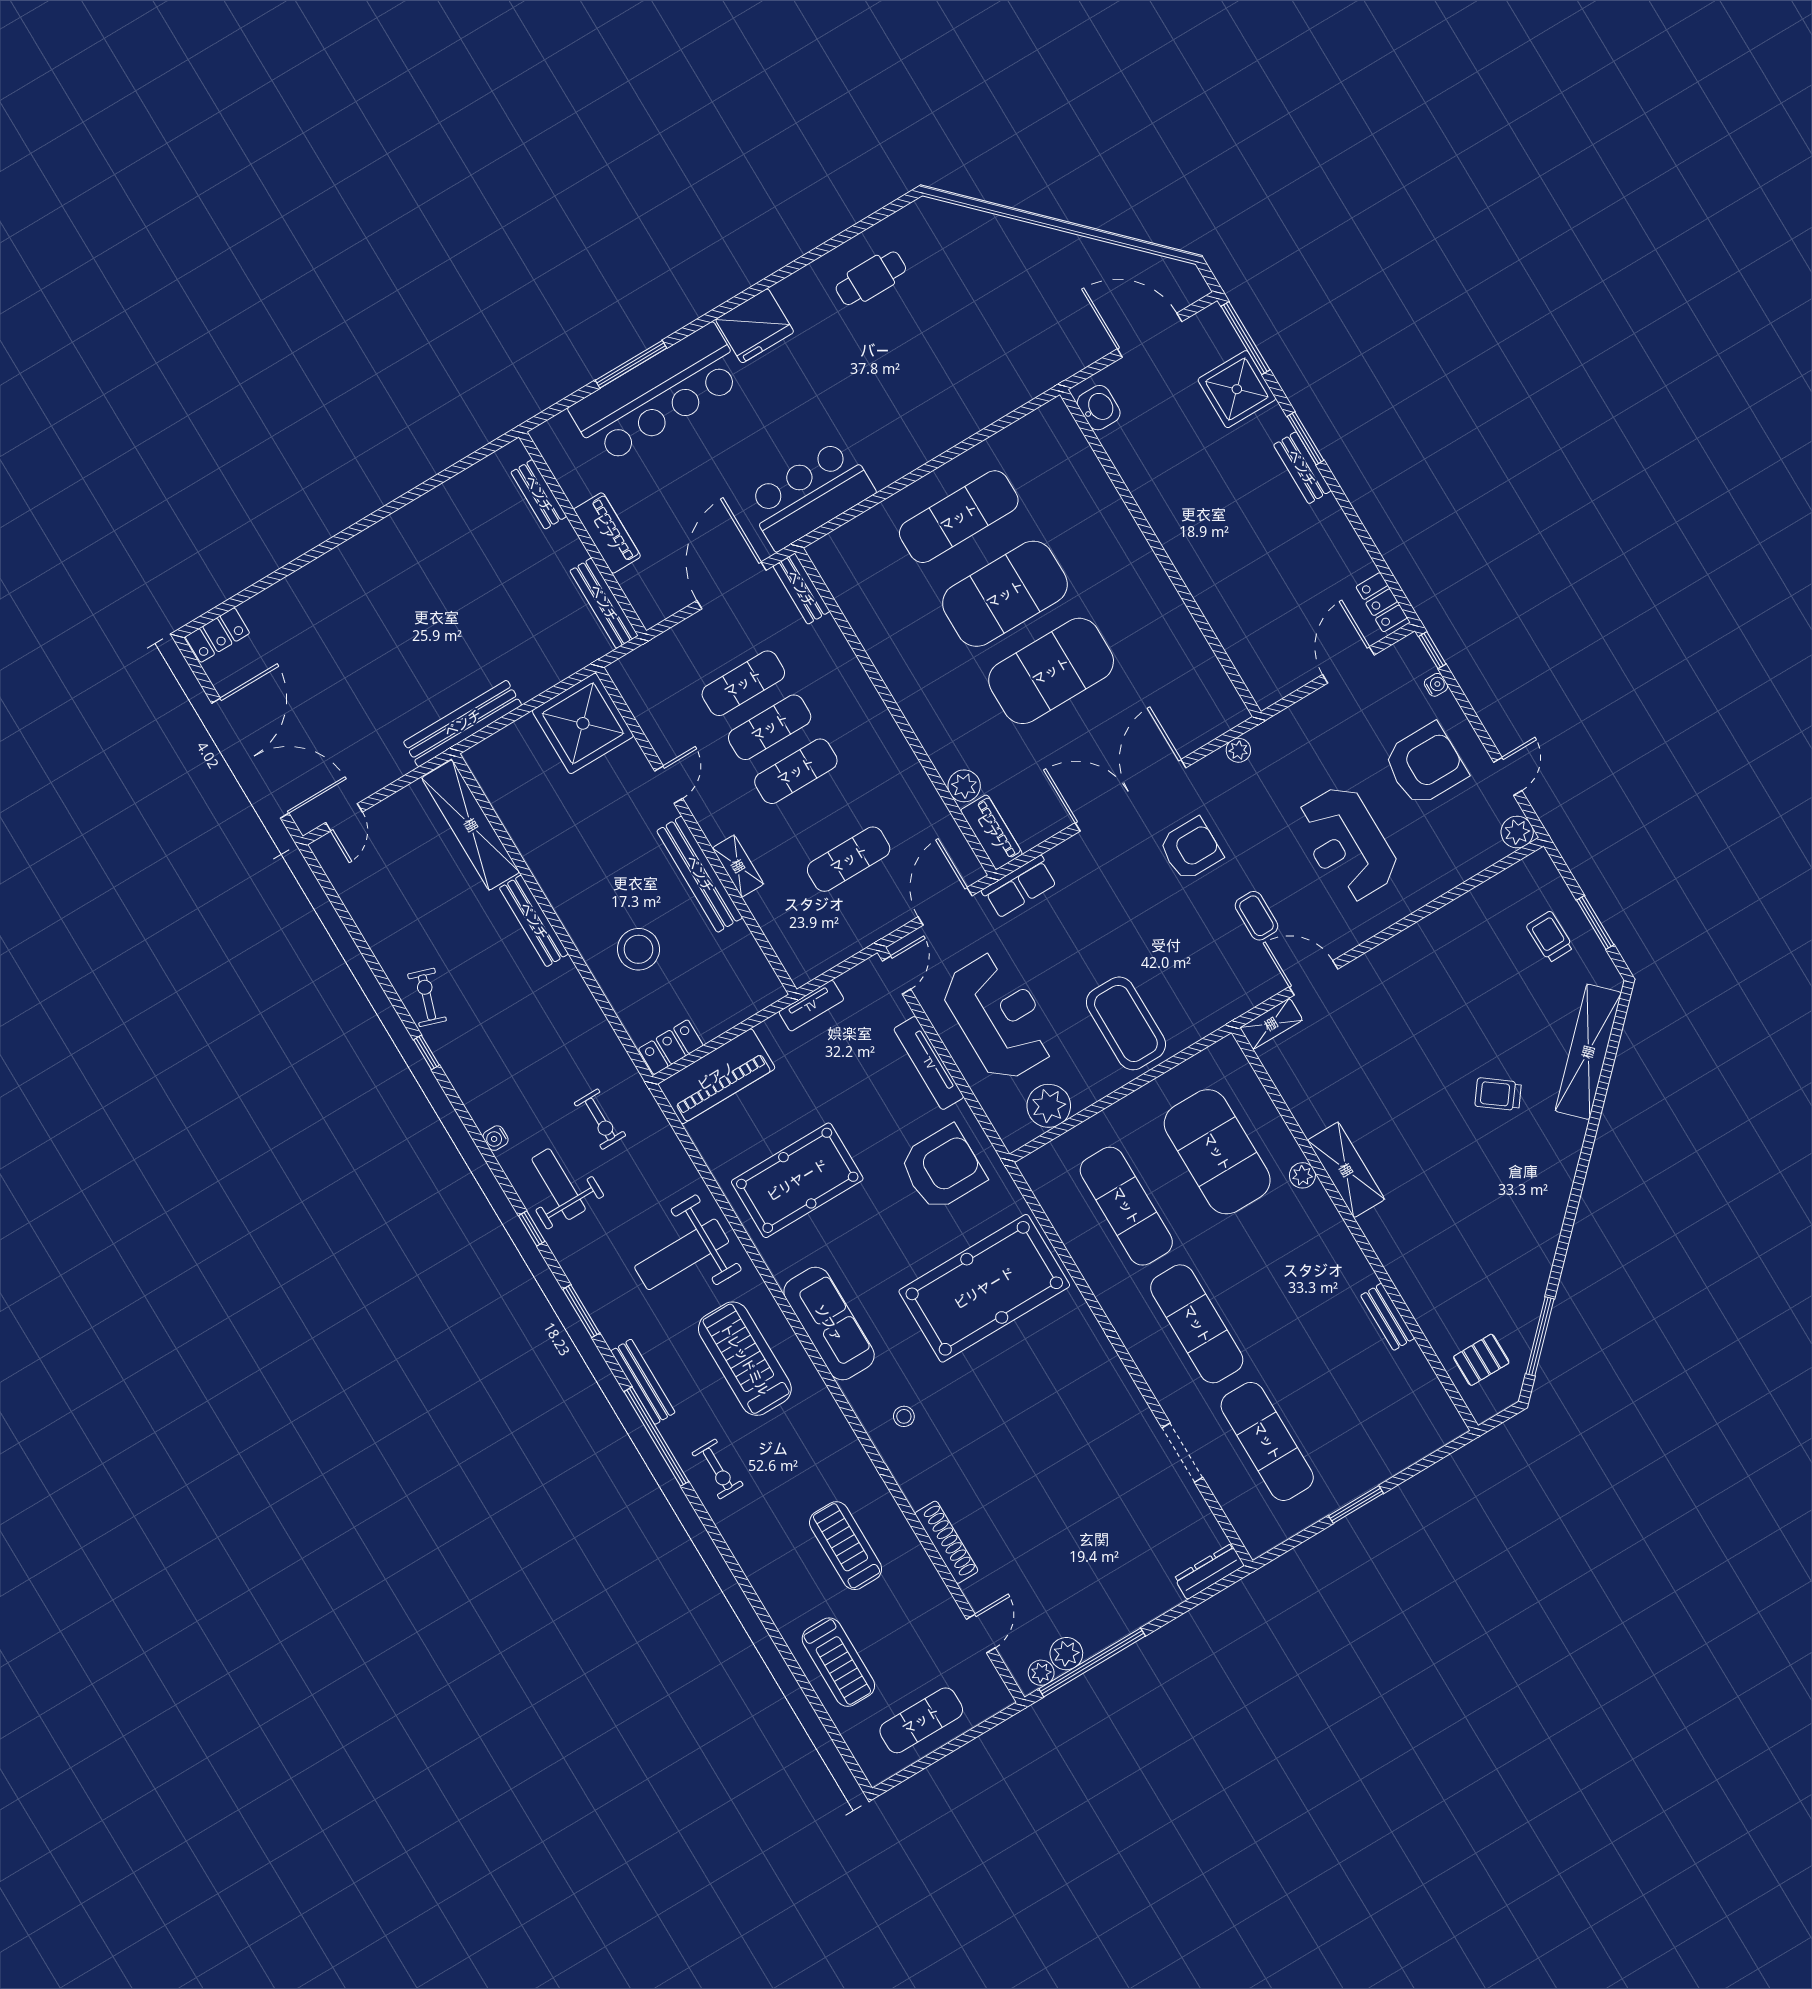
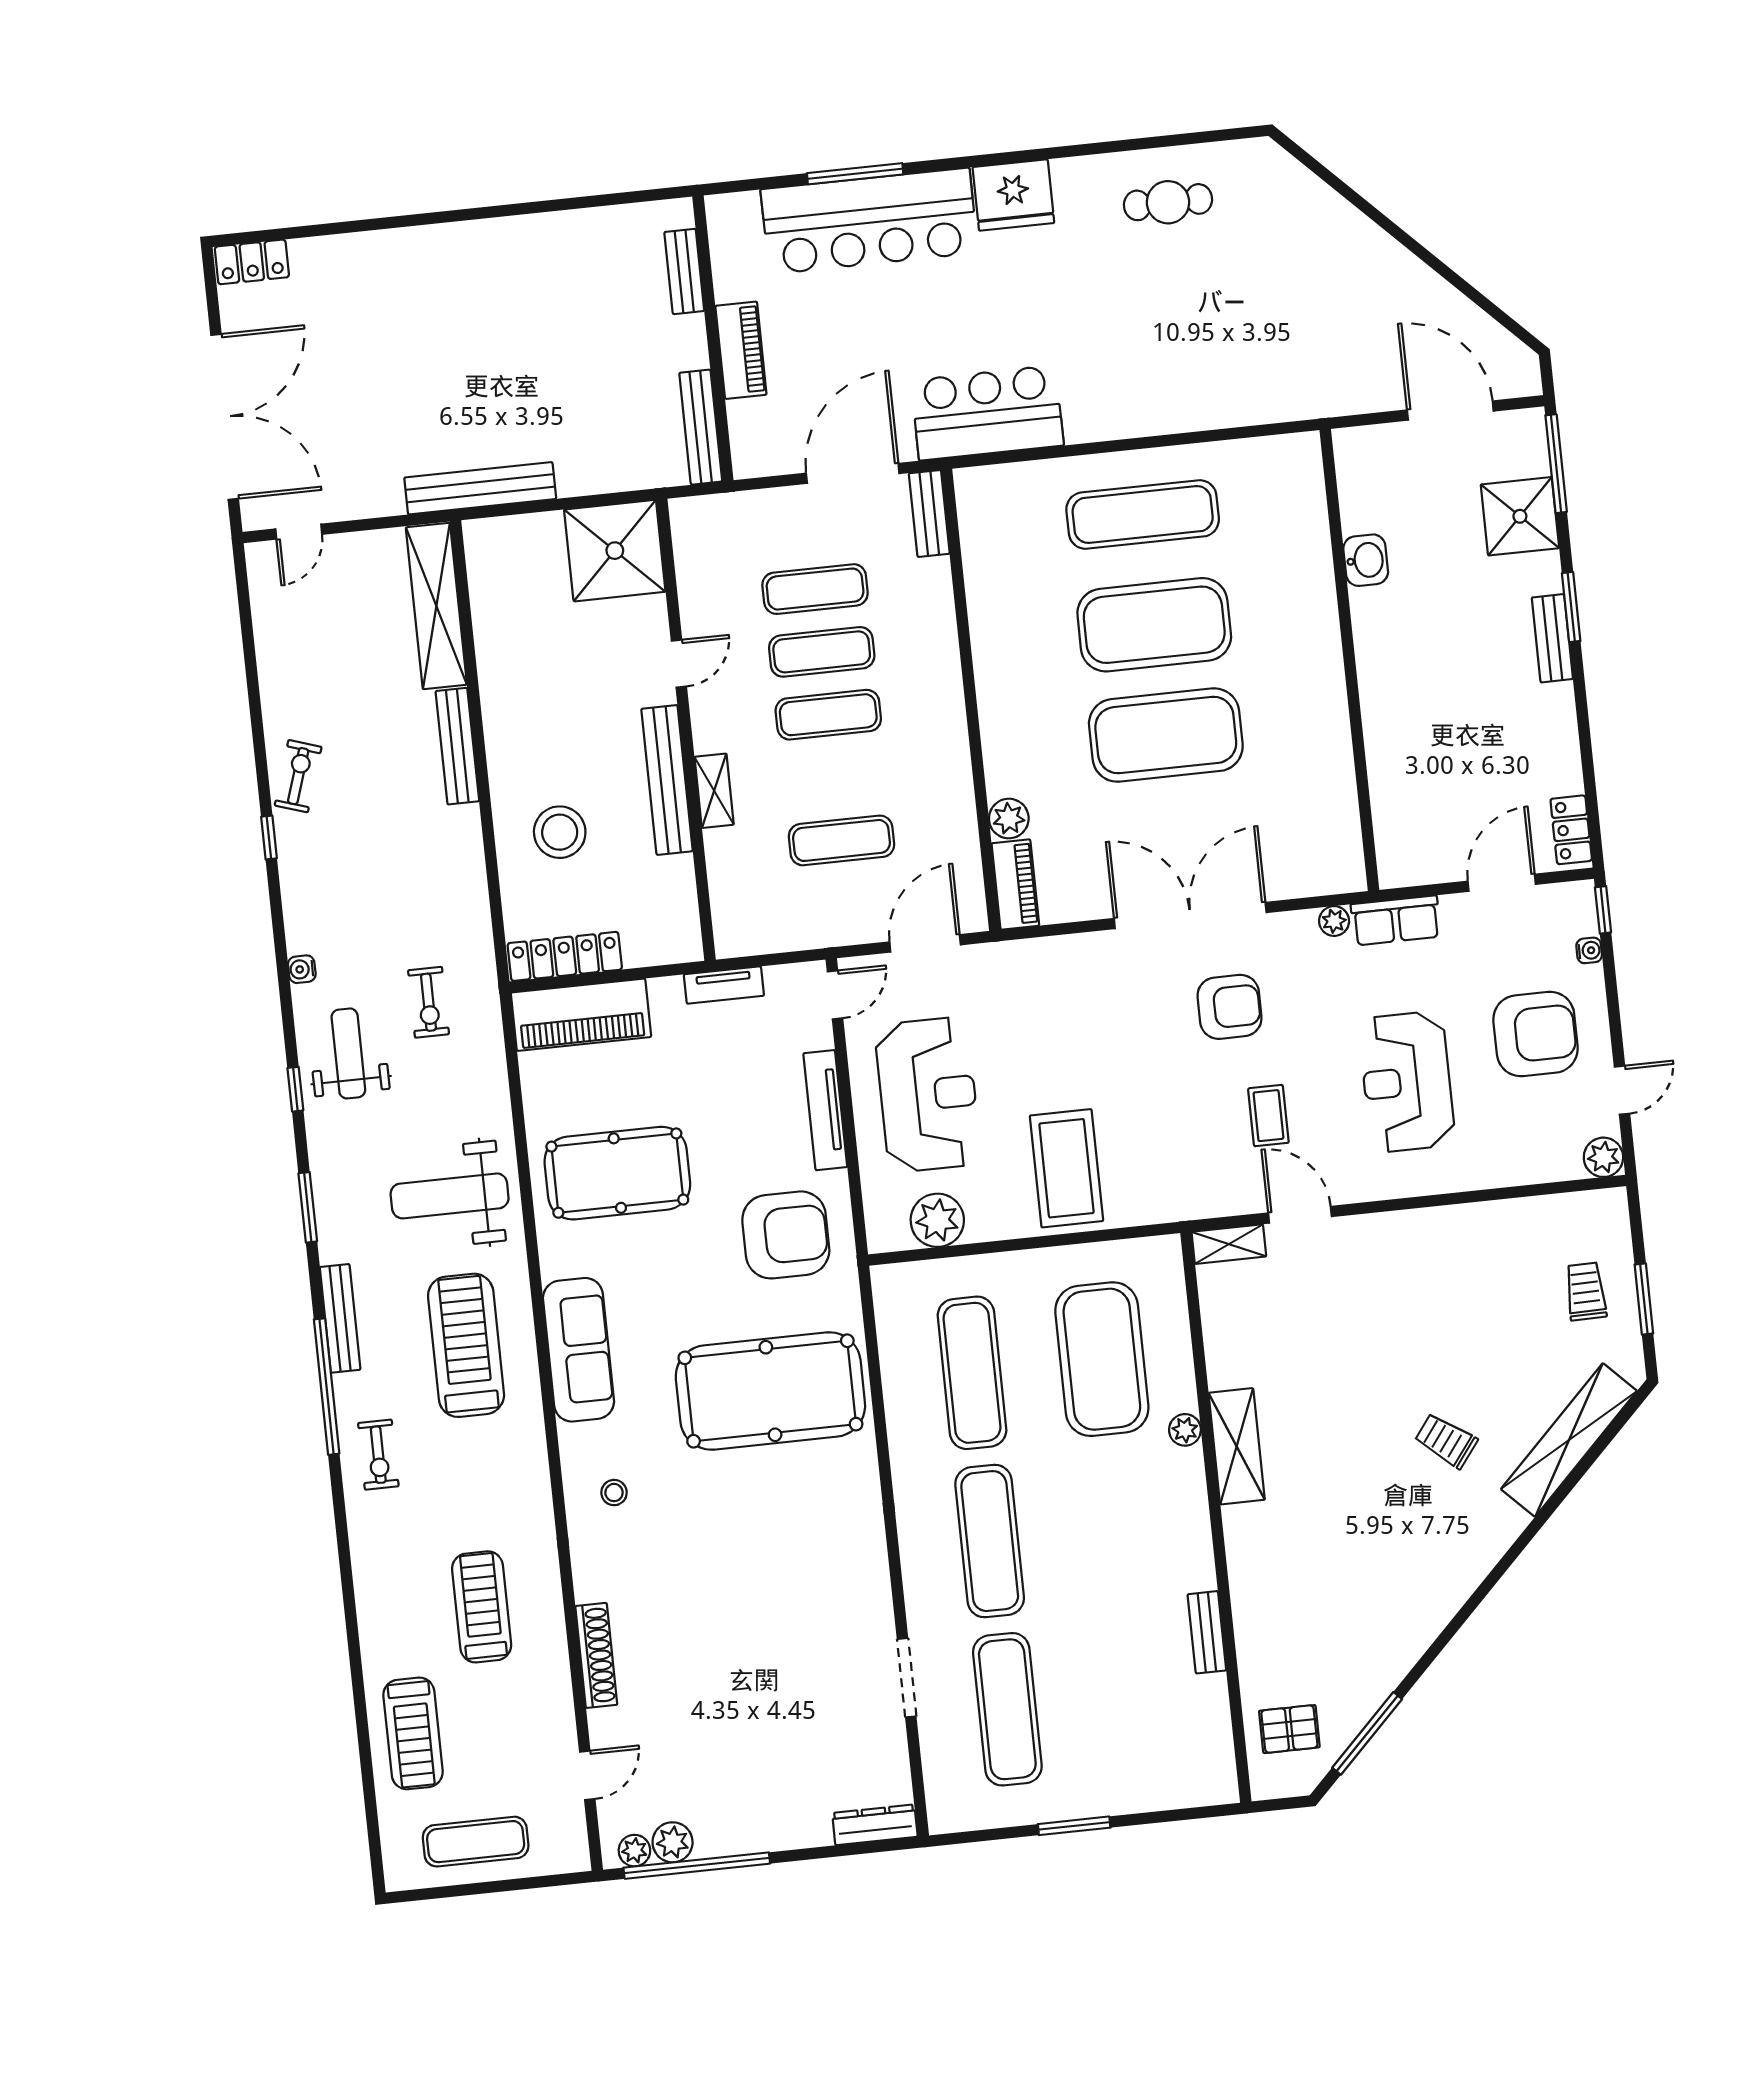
washbasin: (1099, 408) -> (1366, 560), moved
row of seats: (1019, 887) -> (1396, 920), moved
locker: (671, 1047) -> (565, 956), width x1.53

